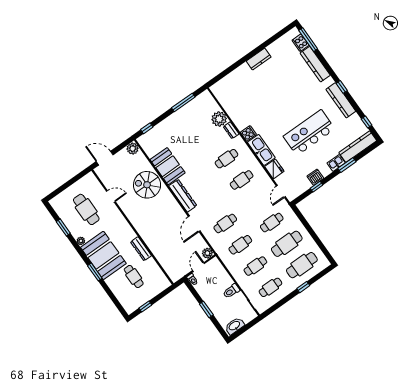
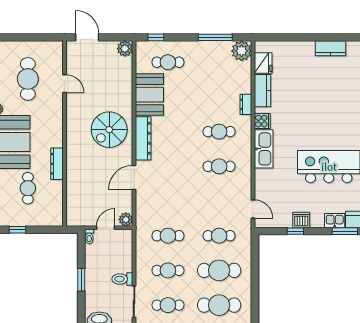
kitchen counter: (235, 115) -> (262, 91), added
plant: (219, 119) -> (242, 51), moved
fridge: (274, 169) -> (263, 63), moved
spiral stairs: (147, 185) -> (109, 130), moved, turned -90
door: (281, 191) -> (253, 209), swing flipped
cafe table: (225, 223) -> (168, 62), moved

